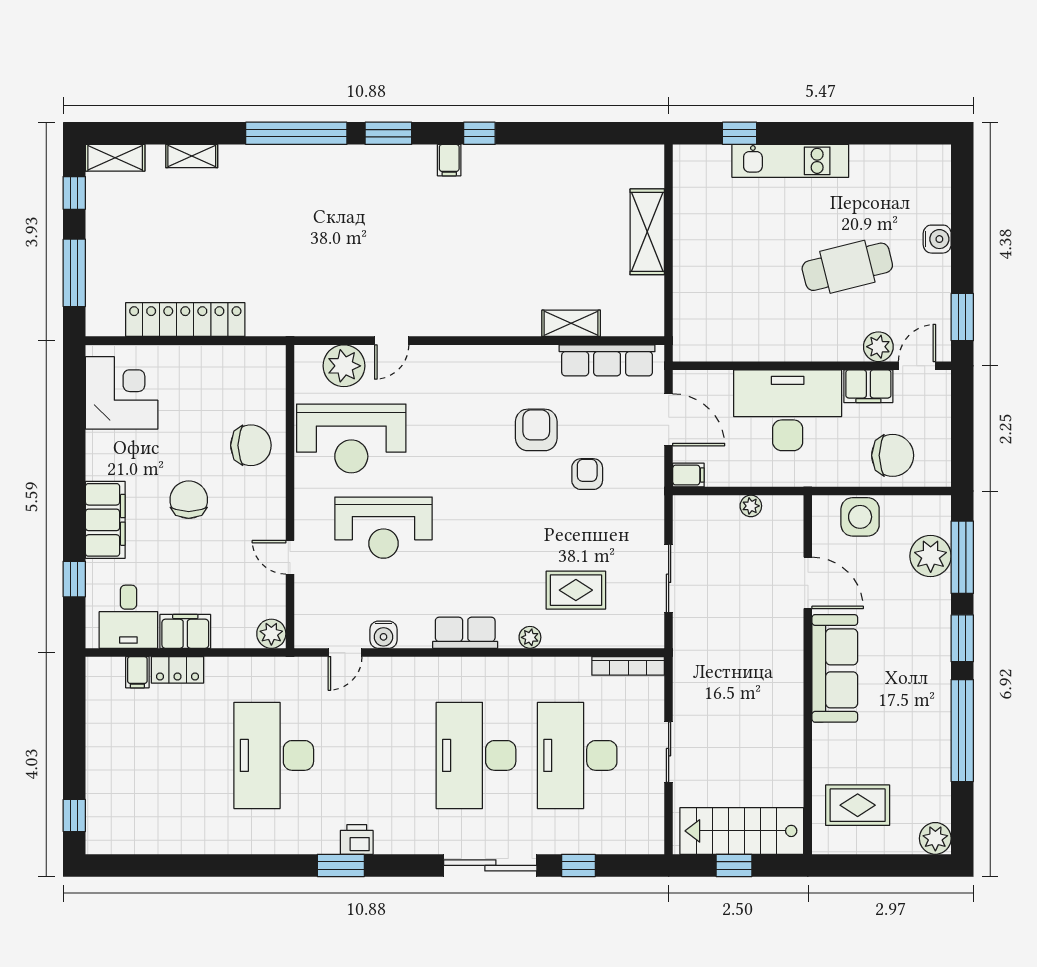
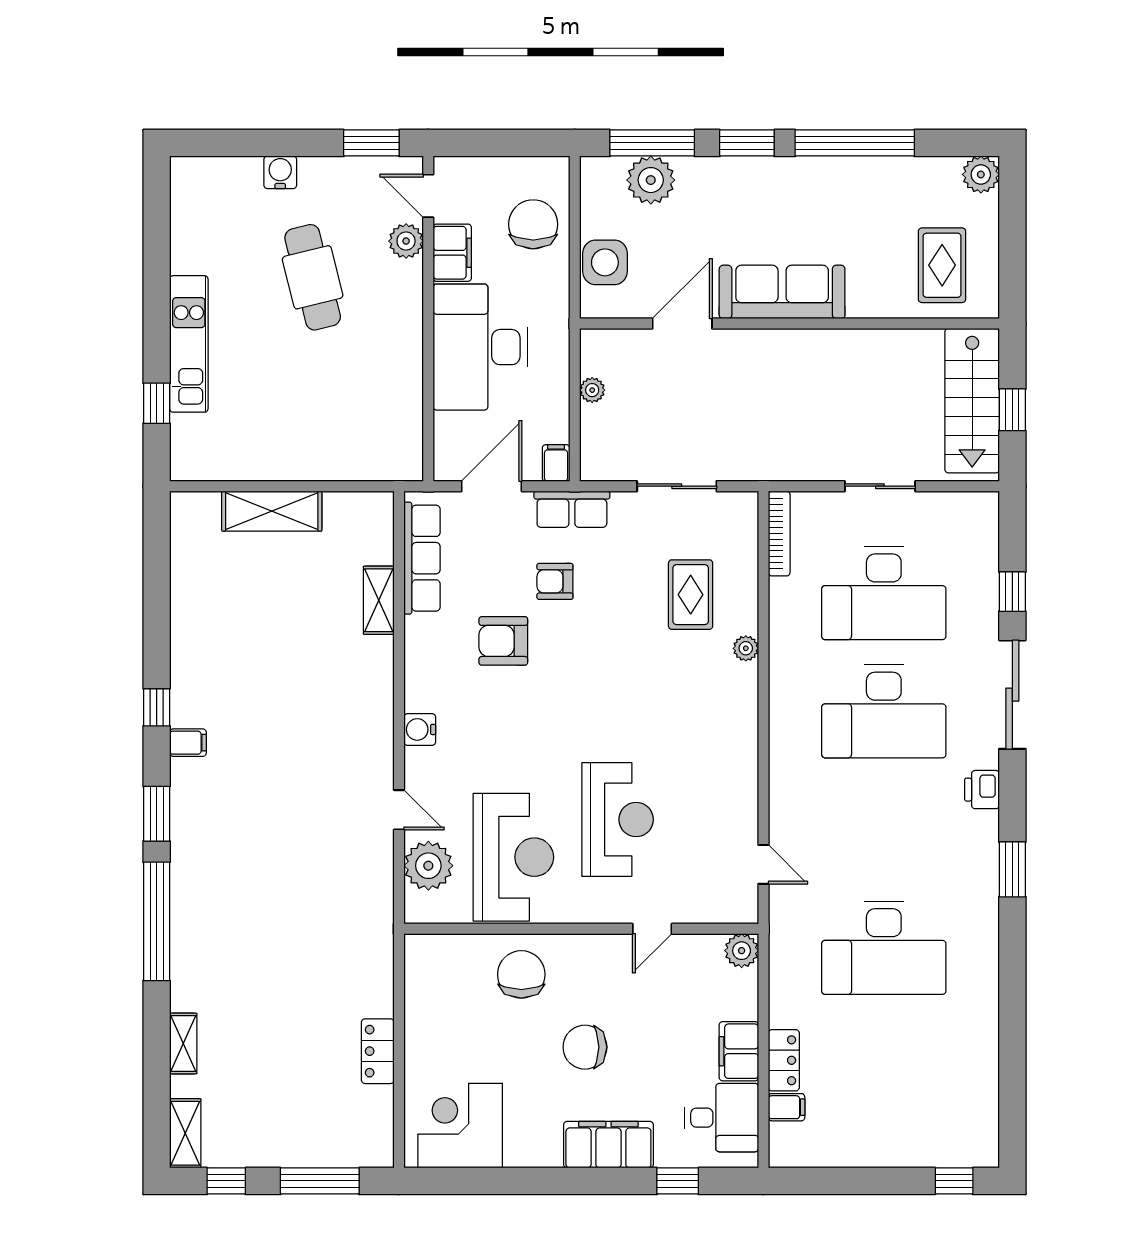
locker: (185, 320) -> (378, 1051), width x0.46, depth x0.83
row of seats: (465, 633) -> (572, 509), moved, turned -90
water cooler: (383, 635) -> (420, 729), moved, turned 180
printer: (357, 839) -> (982, 790), moved

